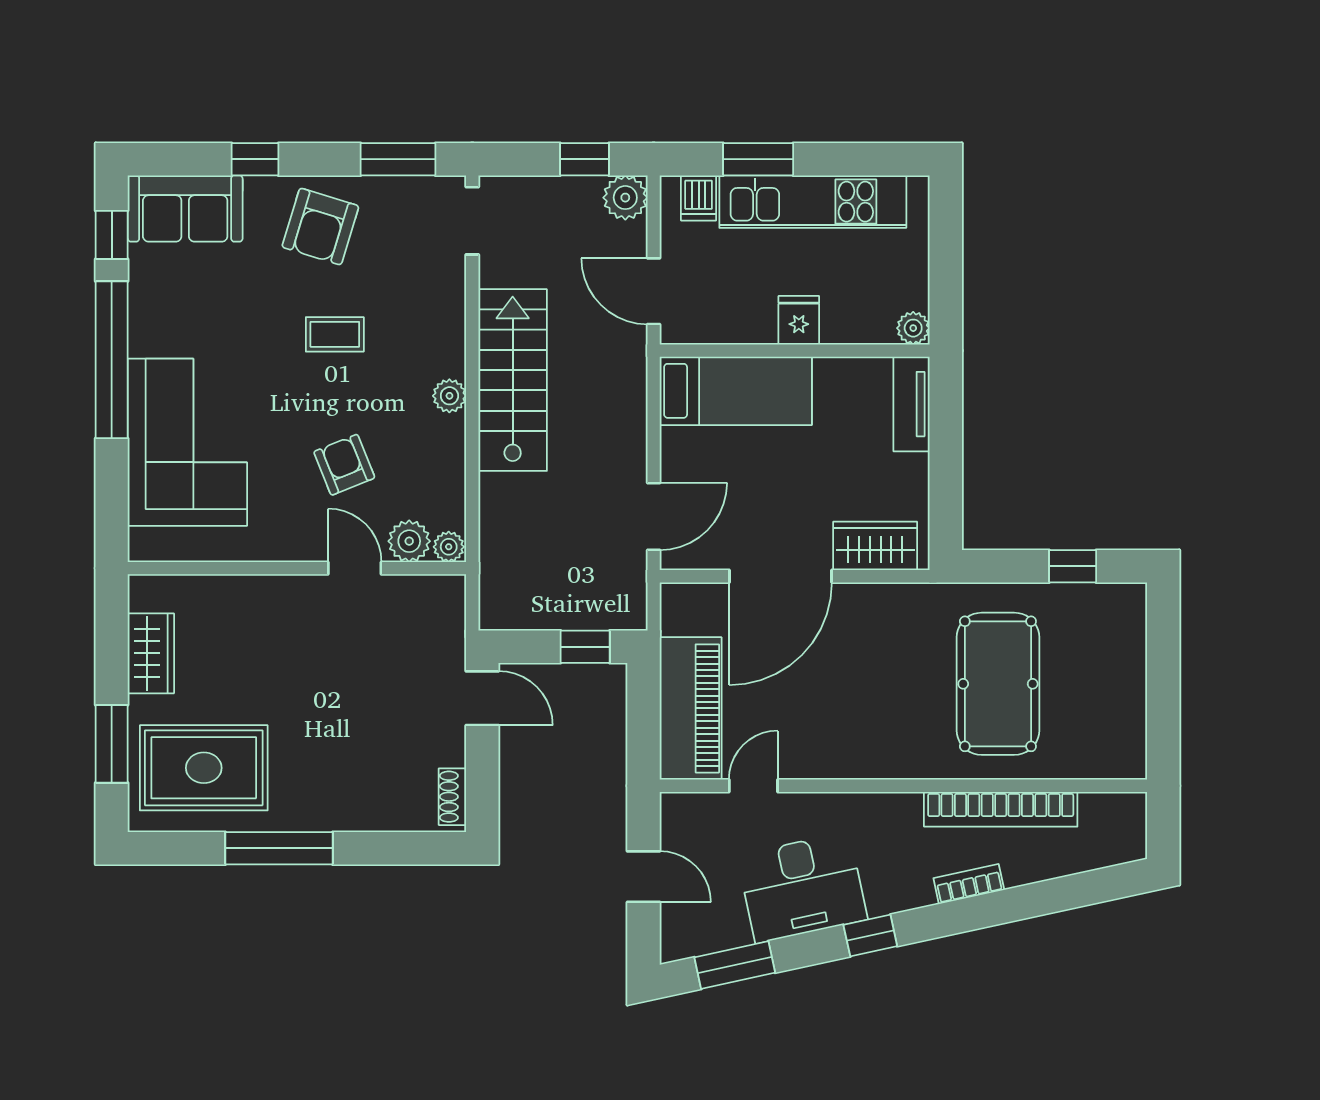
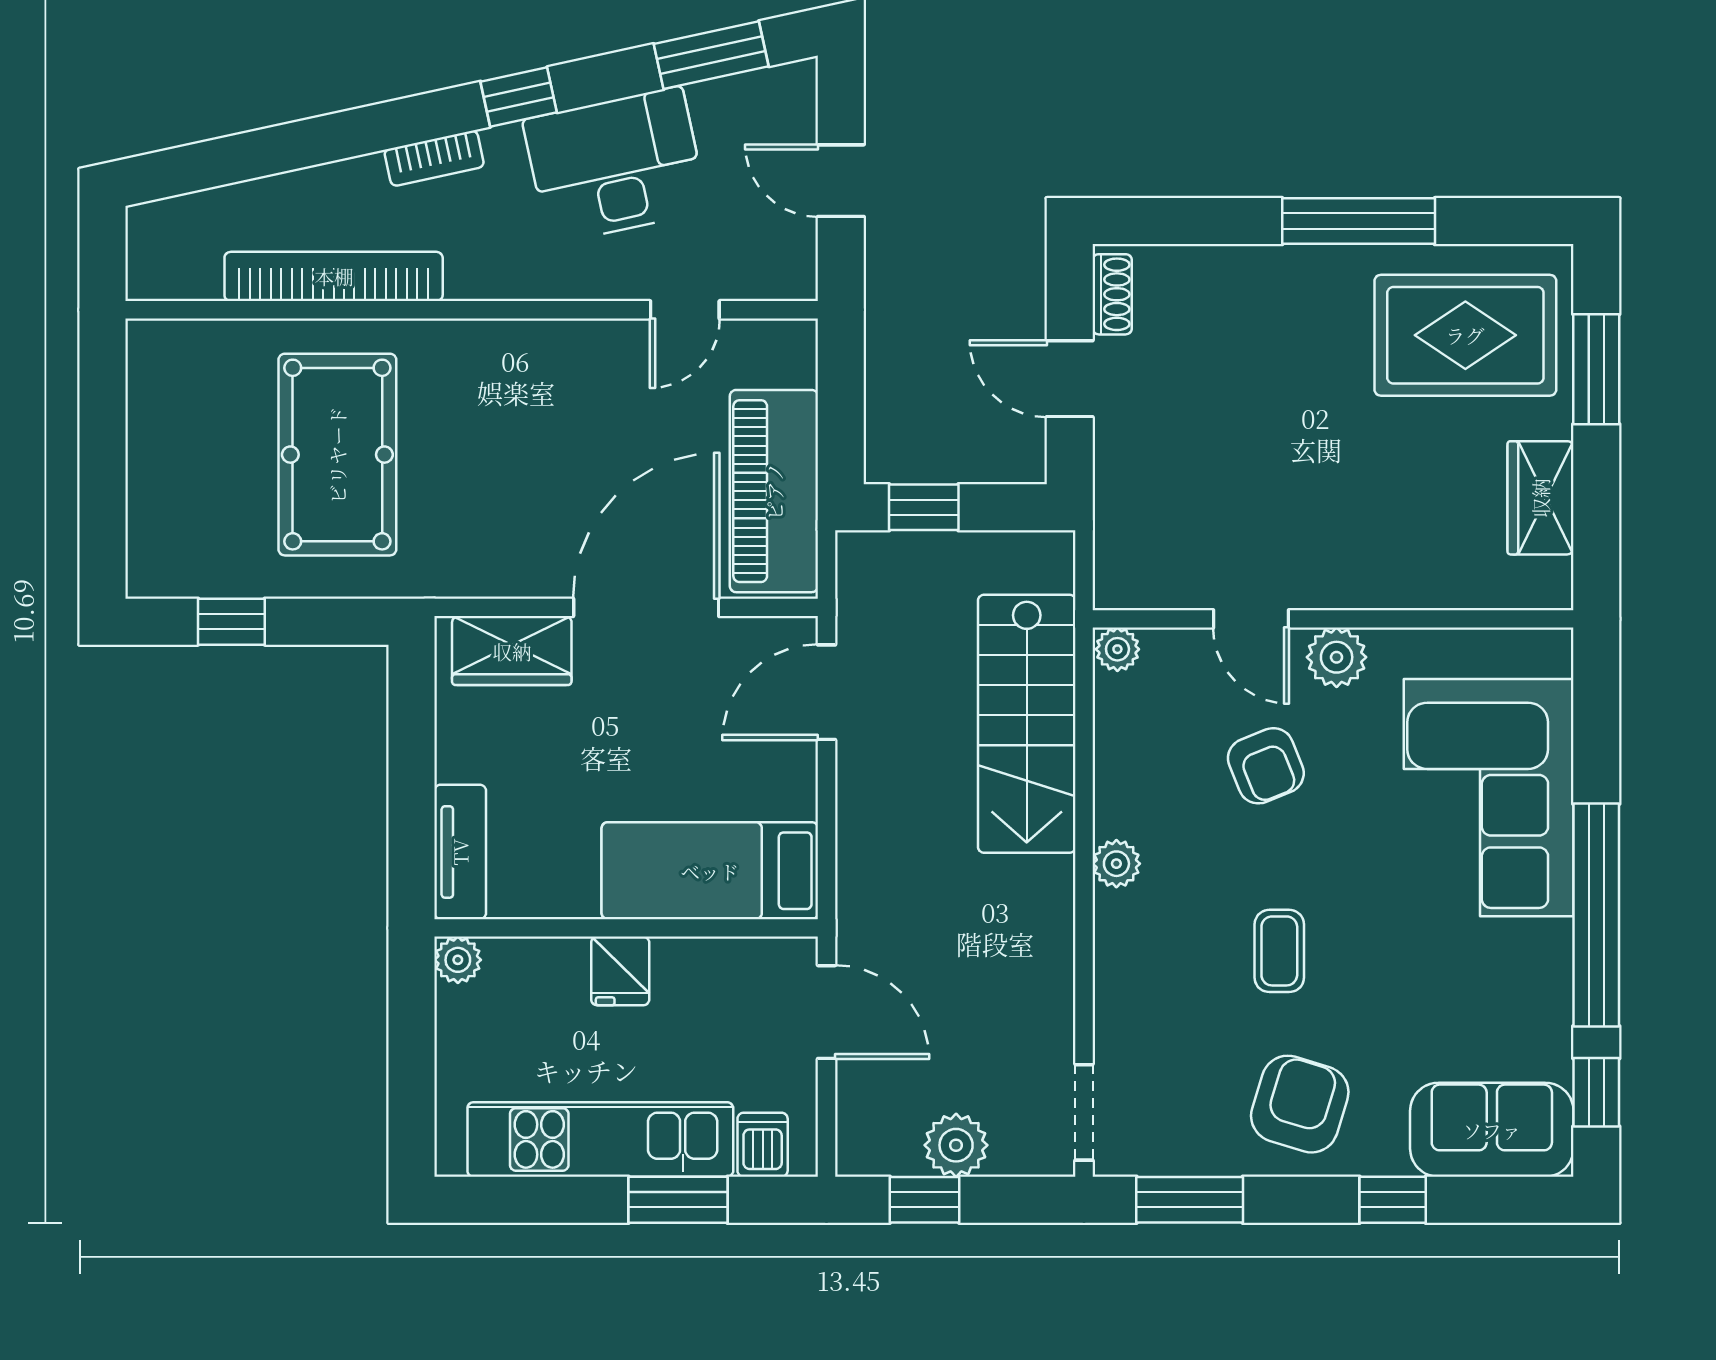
plant: (625, 198) -> (956, 1145), moved
coffee table: (335, 334) -> (1279, 951), turned 90
stairs: (513, 380) -> (1027, 724), moved
plant: (409, 541) -> (1337, 657), moved
door: (482, 698) -> (1070, 379), moved
piano: (691, 708) -> (774, 491), moved
bookcase: (969, 884) -> (434, 158), moved

